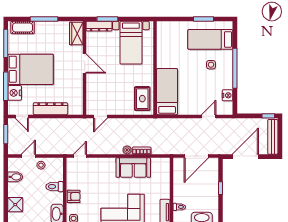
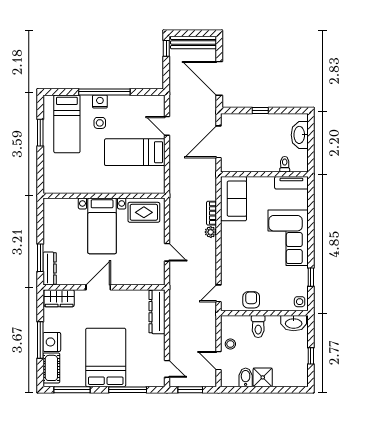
bed with nightstands: (131, 43) -> (102, 226), moved, turned 90
bed: (167, 92) -> (135, 152), moved
nightstand: (15, 93) -> (52, 342), moved, turned 90
nightstand: (227, 95) -> (100, 102), moved
dresser: (50, 109) -> (157, 312), moved
door: (22, 116) -> (167, 369), hinge flipped
door: (101, 116) -> (167, 252), moved
door: (80, 156) -> (219, 293), hinge flipped
door: (196, 156) -> (219, 142), swing flipped
sofa: (133, 168) -> (234, 199), moved
armchair: (74, 196) -> (251, 300), moved
shower: (15, 205) -> (263, 377), moved

